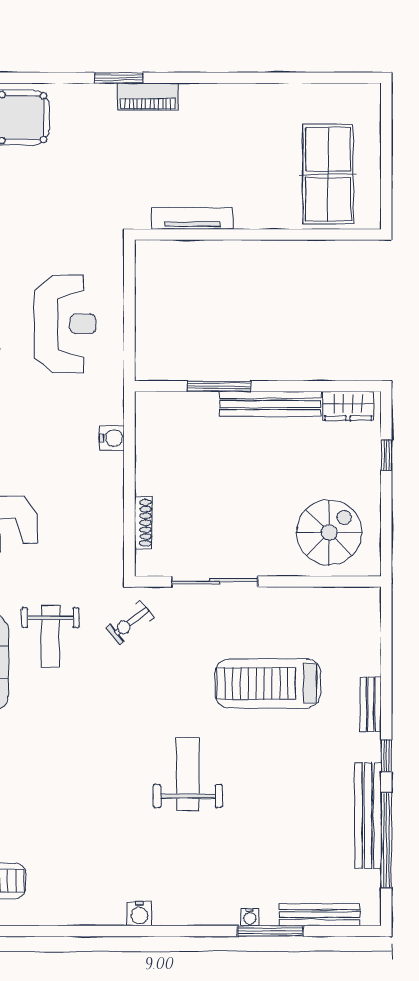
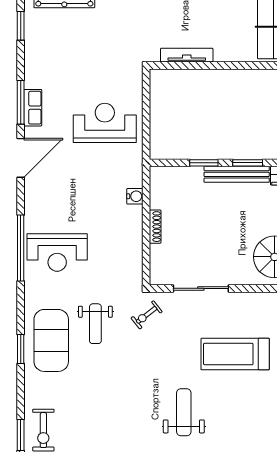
reception desk: (65, 324) -> (105, 123), turned -90
window: (219, 386) -> (204, 163), width x0.69
window: (287, 386) -> (248, 163), added
shoe rack: (143, 523) -> (155, 227), moved

